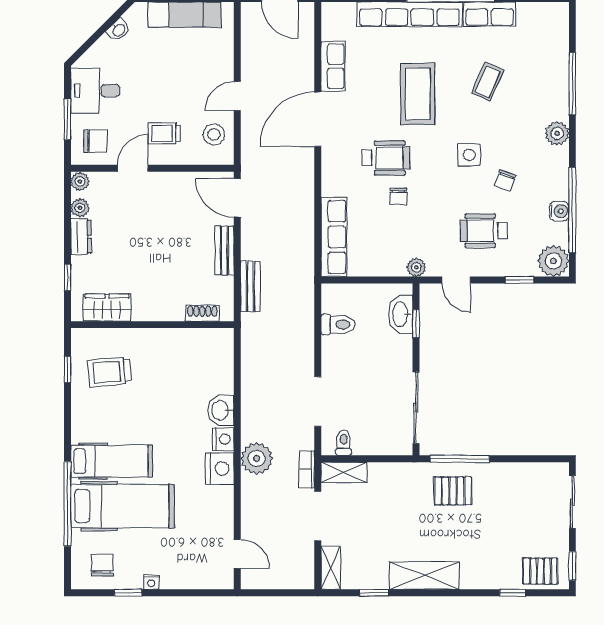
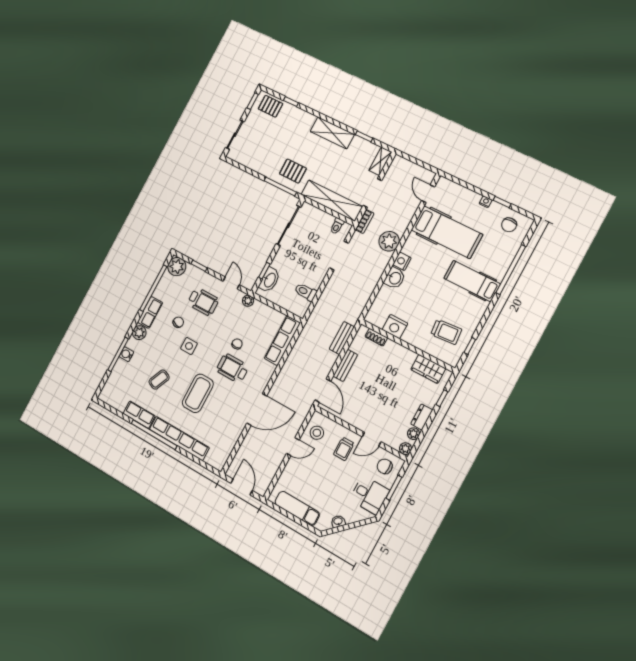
row of seats: (333, 66) -> (150, 312), moved, turned 180
trolley: (164, 133) -> (344, 449), turned 90
water cooler: (559, 211) -> (126, 354), moved
nightstand: (220, 468) -> (395, 326), moved, turned -90
shelving: (344, 472) -> (332, 201), width x2.20, depth x1.33
hospital bed: (123, 506) -> (447, 232), moved, turned 180

